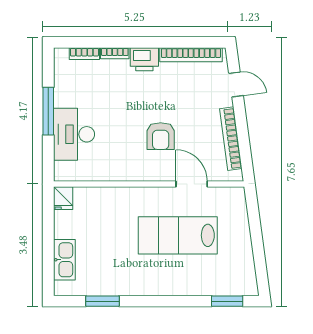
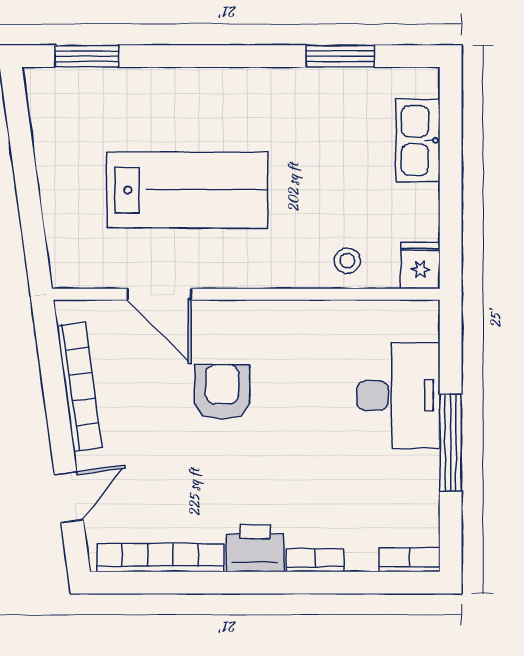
bookcase: (84, 54) -> (410, 560), moved
door: (236, 84) -> (69, 497), swing flipped
stool: (99, 201) -> (347, 261), added

